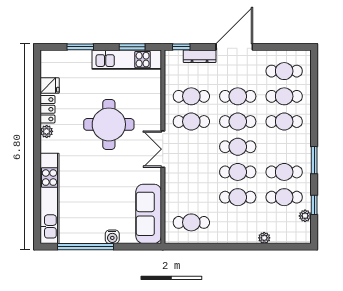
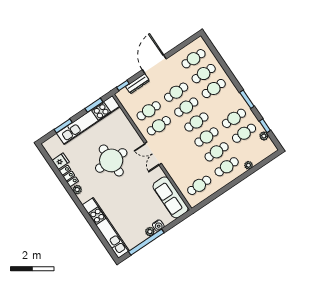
kitchen unit: (127, 60) -> (88, 120), width x1.36
cafe table: (238, 222) -> (227, 167), added
plant: (98, 237) -> (150, 232), added

